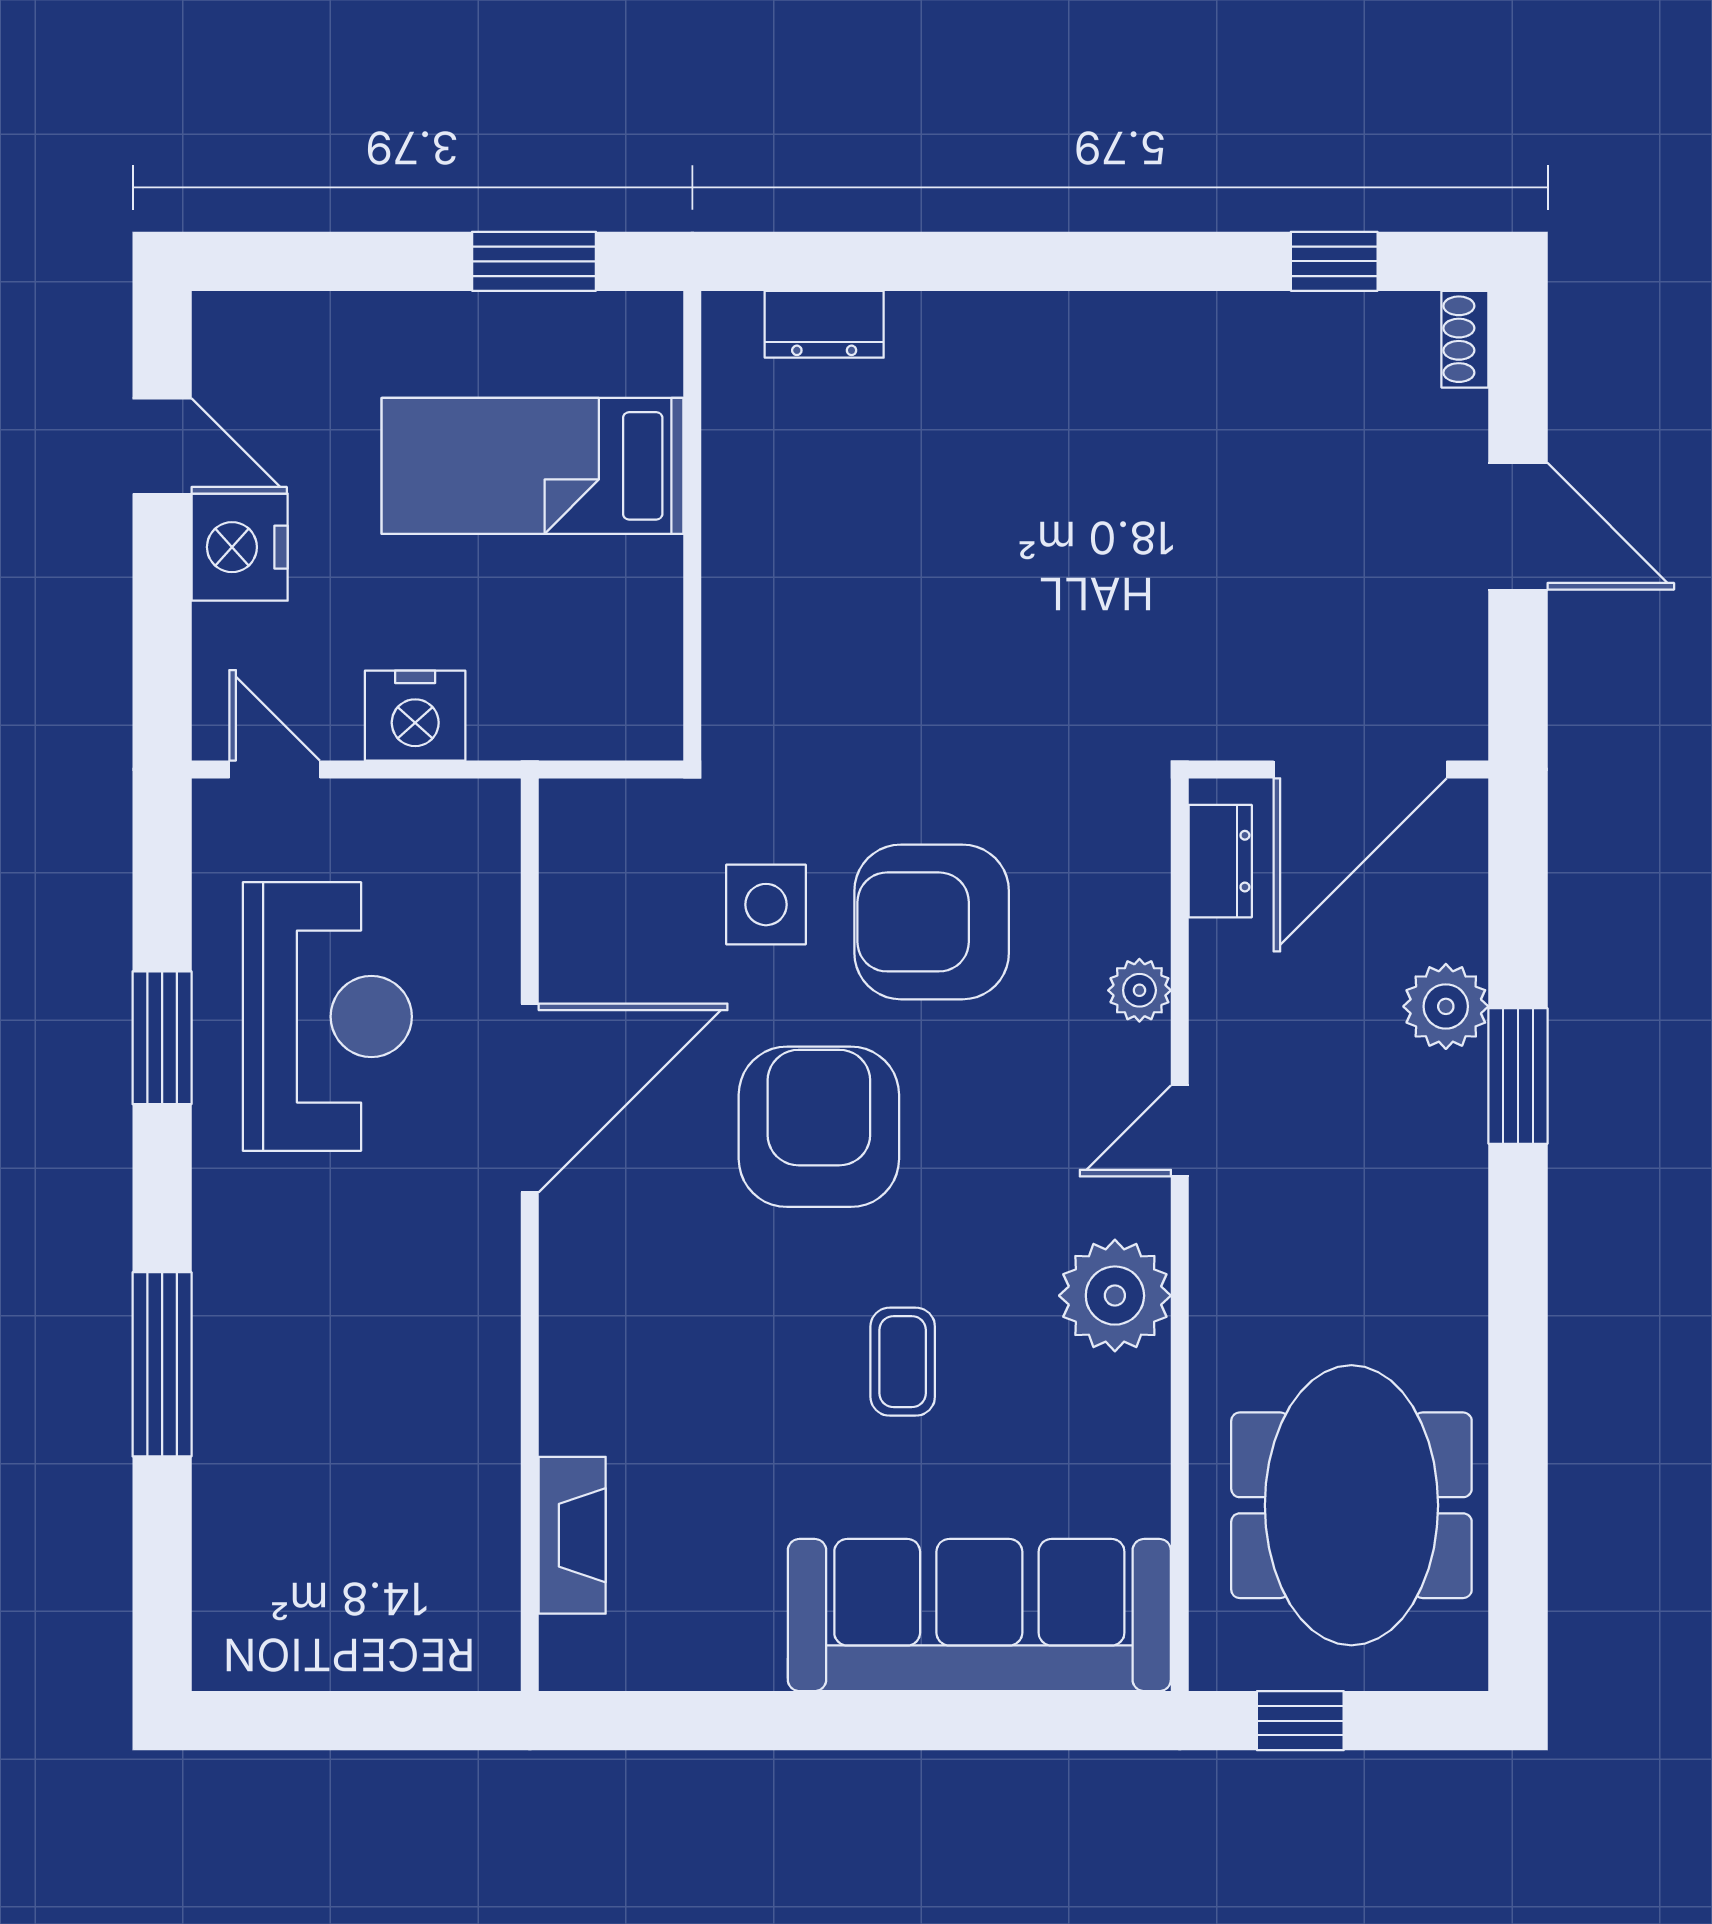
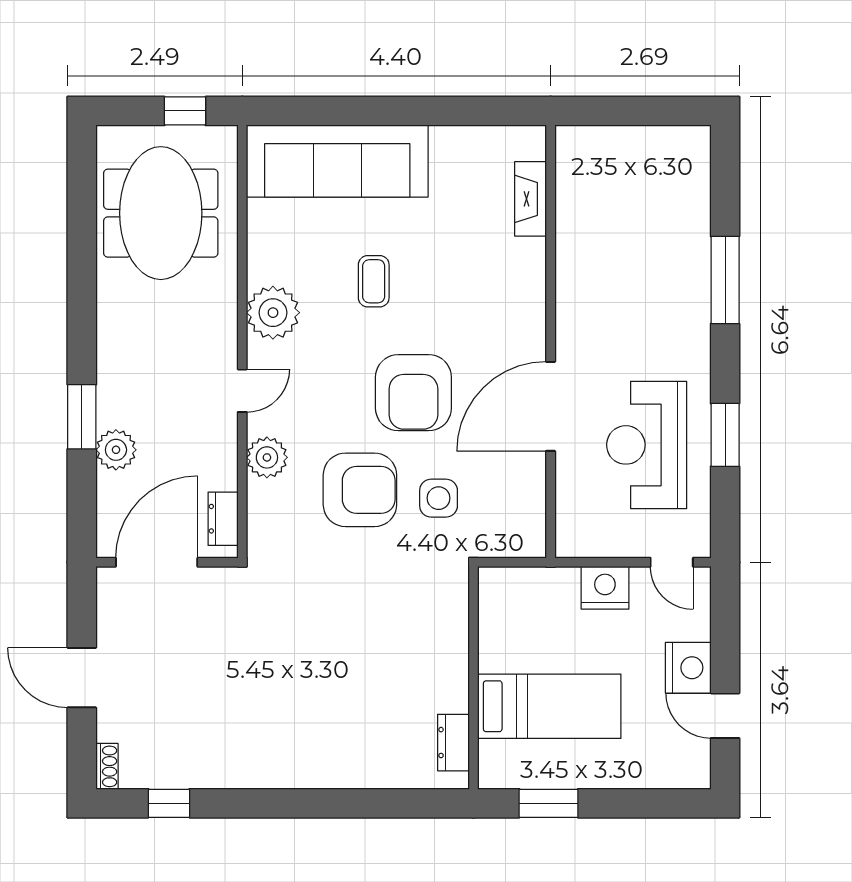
dresser: (824, 324) -> (453, 743), moved, turned -90
plant: (1139, 990) -> (267, 457), width x1.38, depth x1.38

